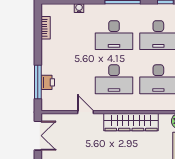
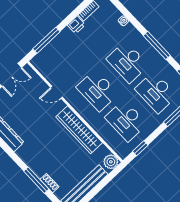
printer: (48, 82) -> (76, 25), moved
door: (85, 112) -> (57, 92), swing flipped

